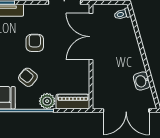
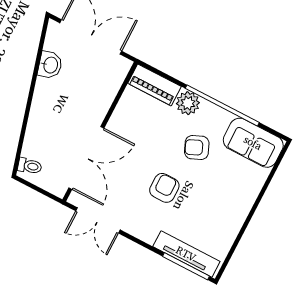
armchair: (35, 43) -> (164, 188), turned 180
armchair: (28, 77) -> (197, 148), turned 117

